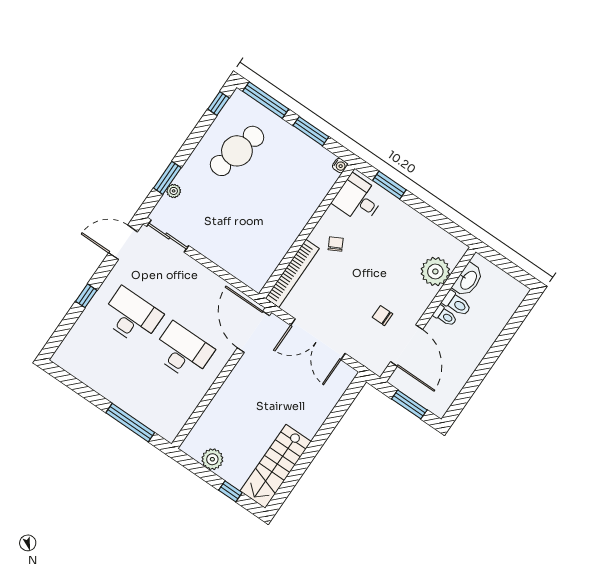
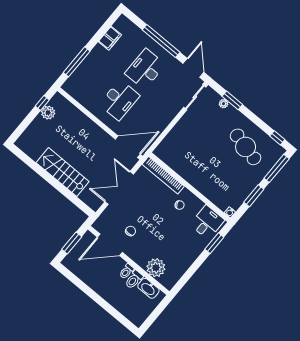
window: (86, 296) -> (161, 41), width x3.17
desk: (132, 316) -> (145, 69), turned 180
filing cabinet: (89, 375) -> (110, 38), added
stairs: (276, 466) -> (63, 172), moved
window: (230, 491) -> (42, 103), moved

